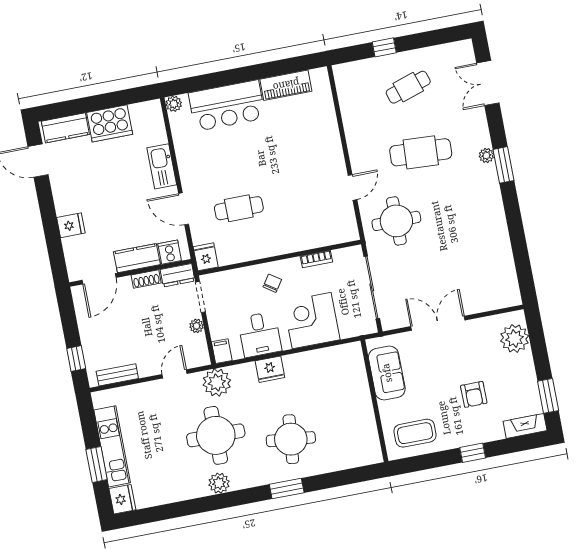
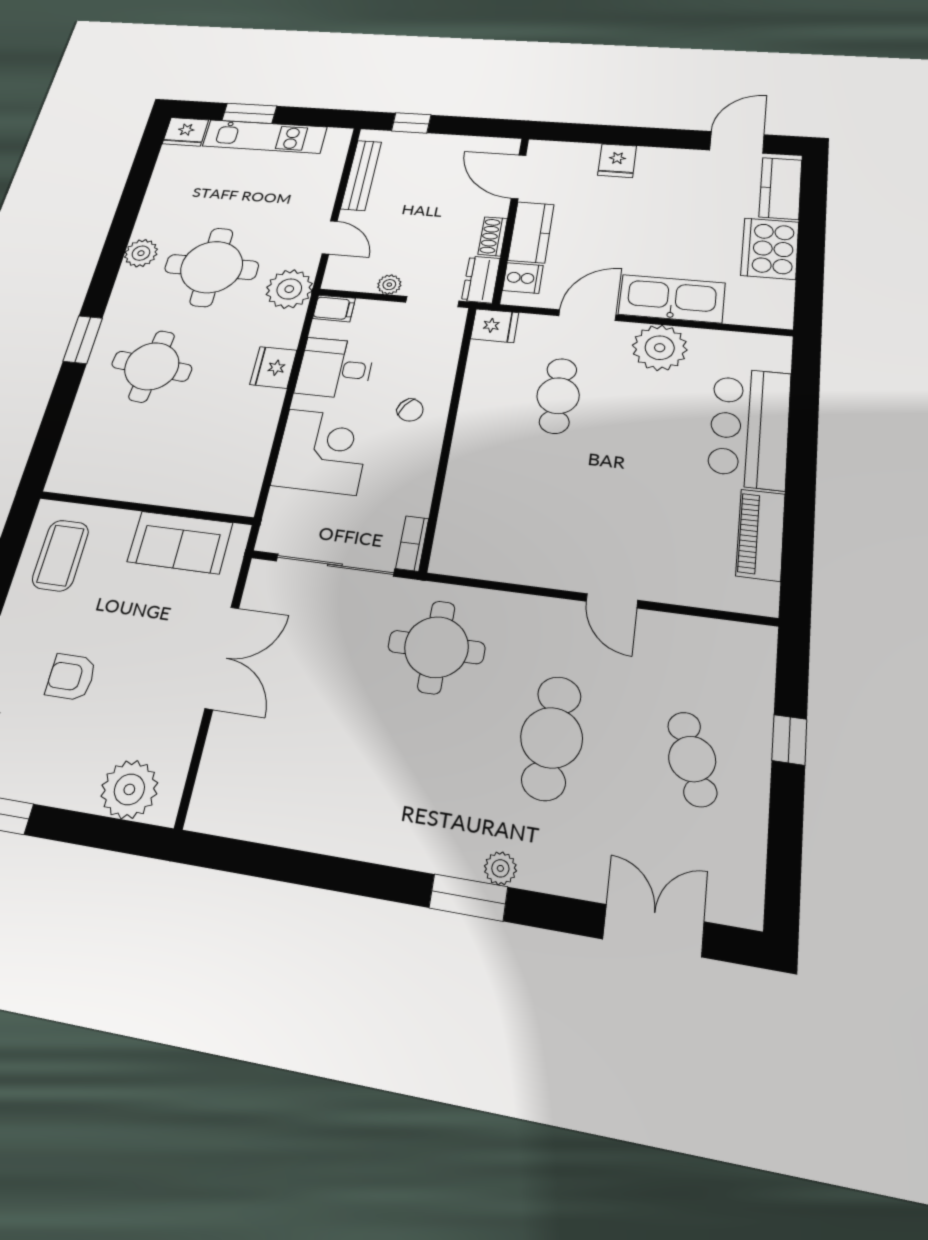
plant: (174, 104) -> (660, 348), moved, width x1.88, depth x1.88
kitchen sink: (162, 166) -> (672, 299), width x1.36, depth x1.24
door: (352, 187) -> (612, 601), moved
bookcase: (316, 259) -> (412, 543), moved
bench: (117, 375) -> (361, 175), width x1.36

